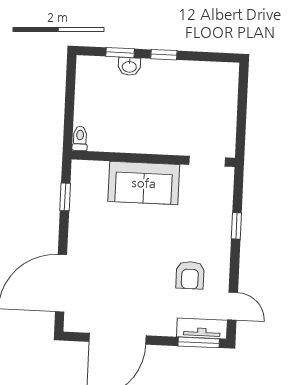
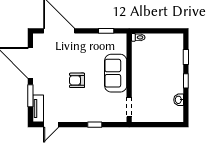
washbasin: (129, 66) -> (179, 100), moved
armchair: (190, 275) -> (77, 80), moved
window: (199, 342) -> (30, 96), moved

